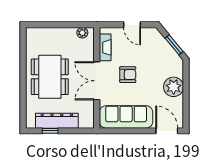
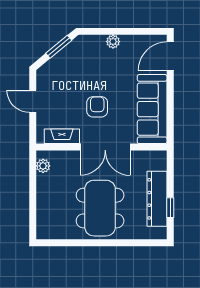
door: (132, 25) -> (33, 101), swing flipped
dining table: (50, 77) -> (100, 208), turned 90
plant: (174, 87) -> (113, 42), width x0.53, depth x0.53

